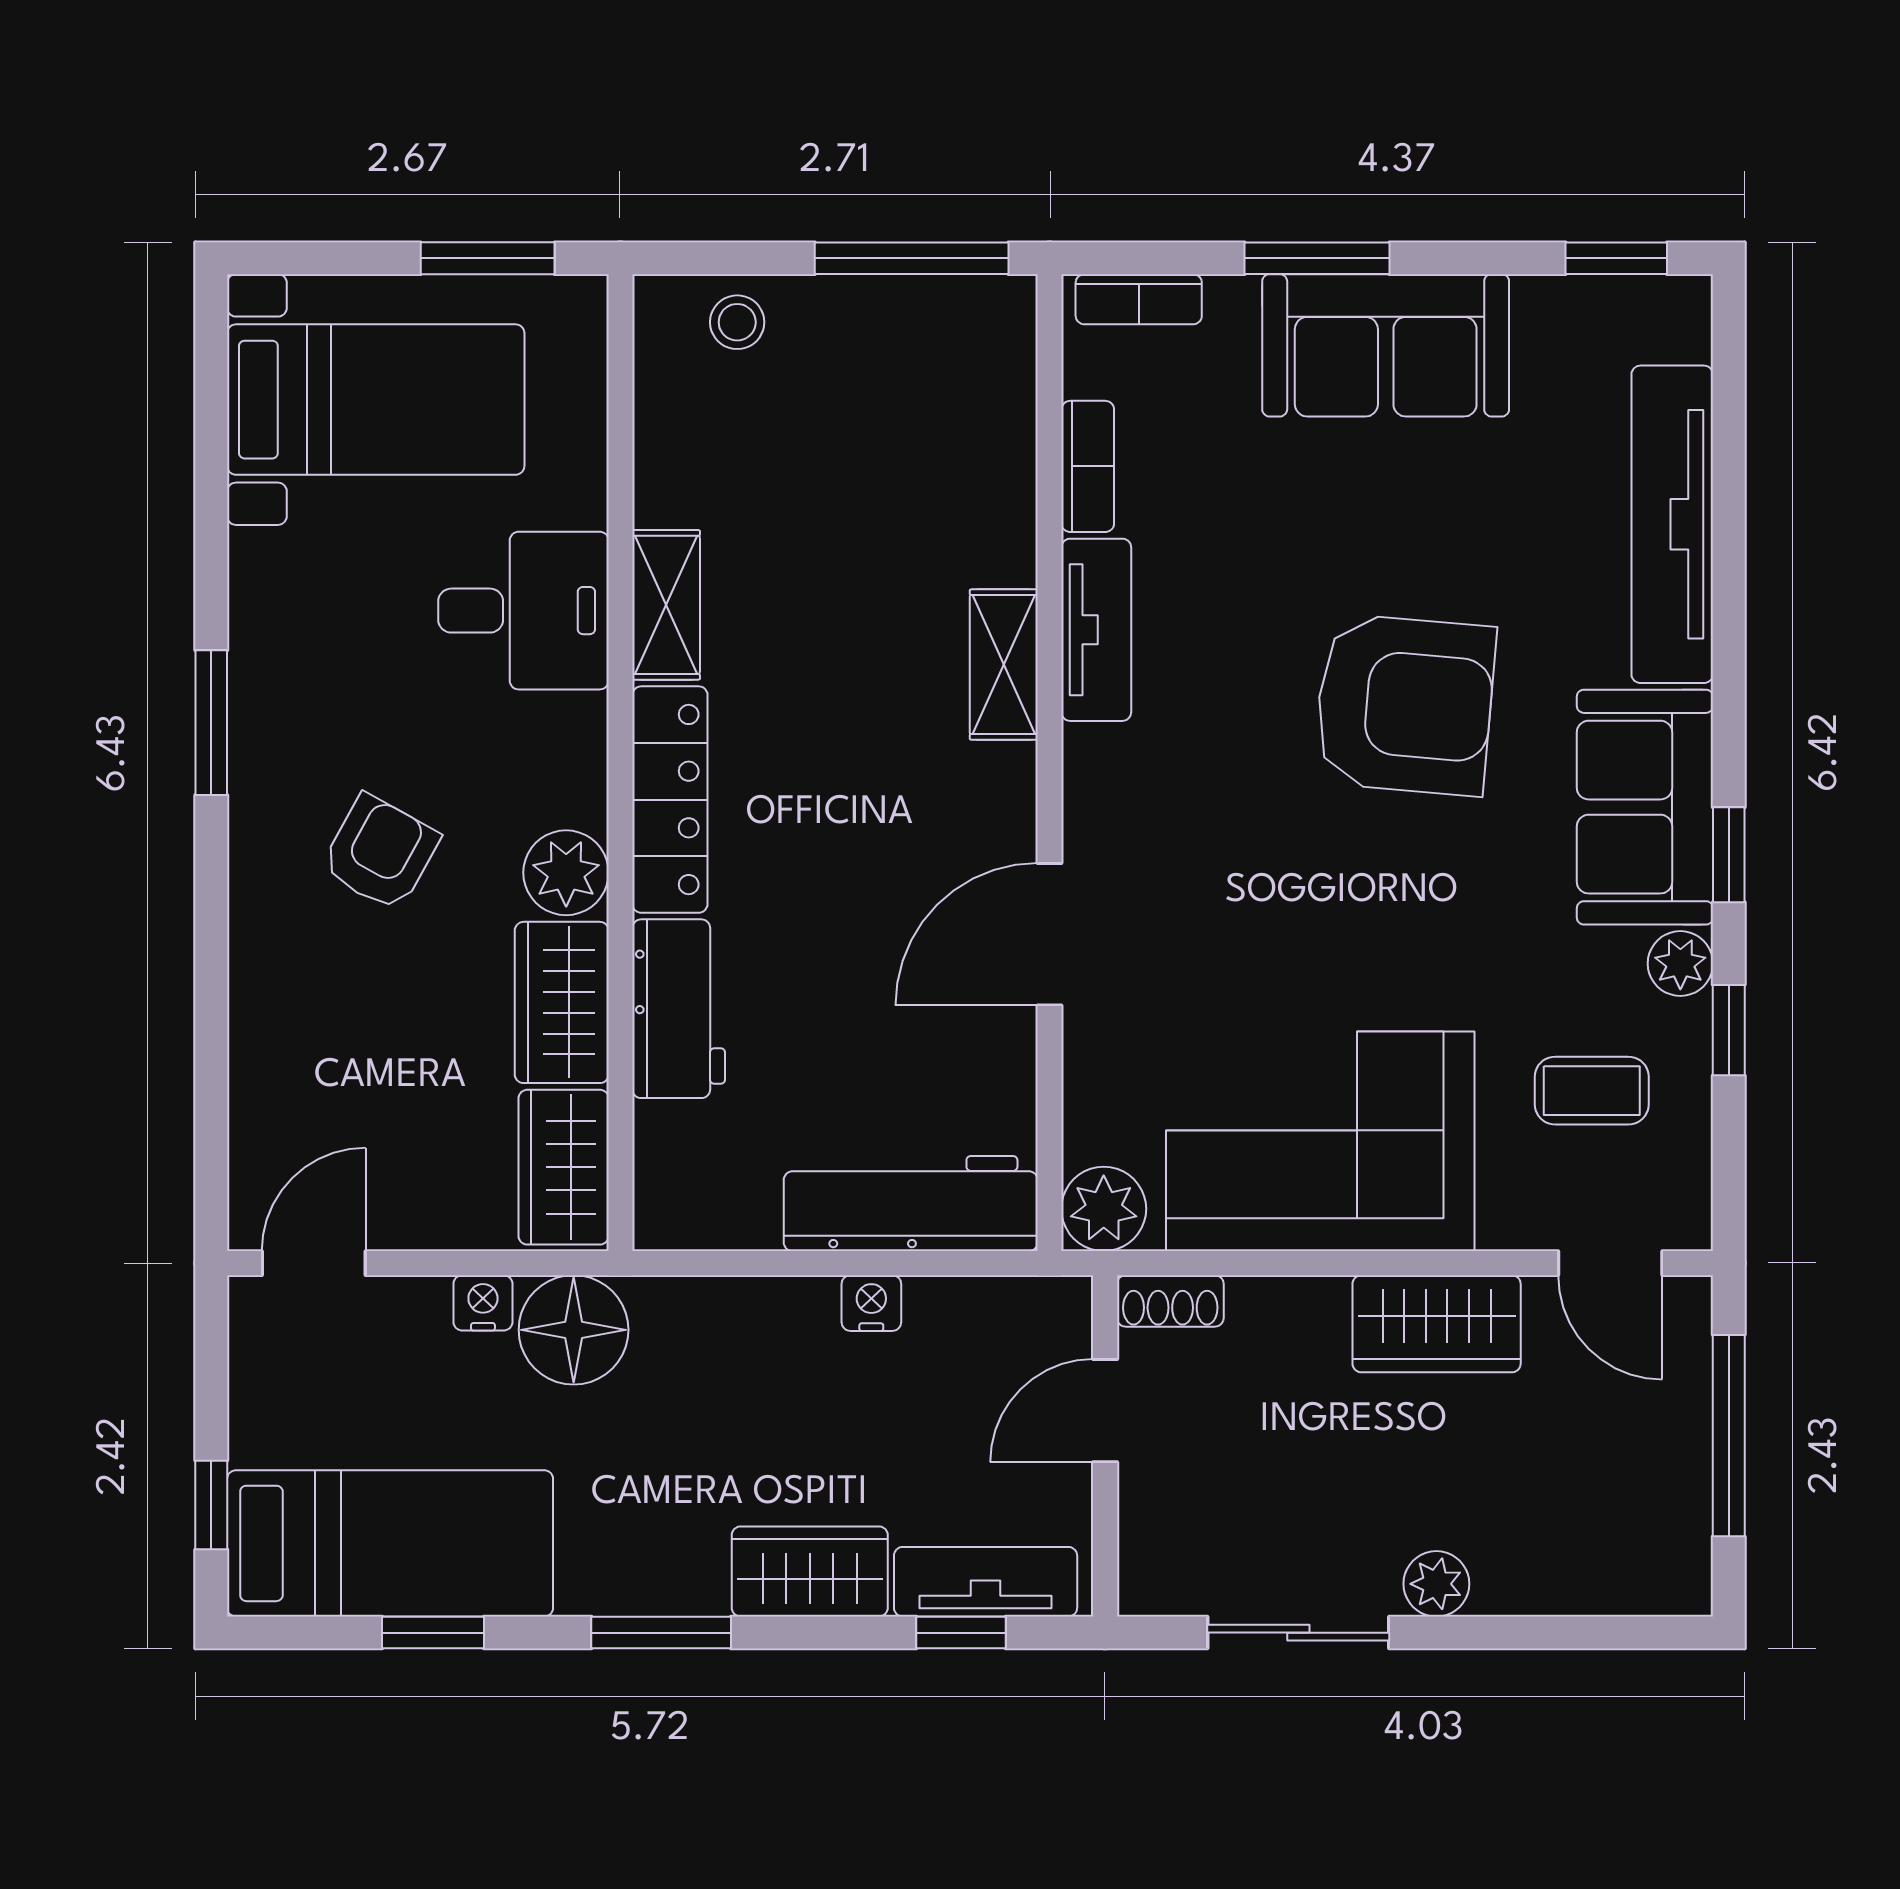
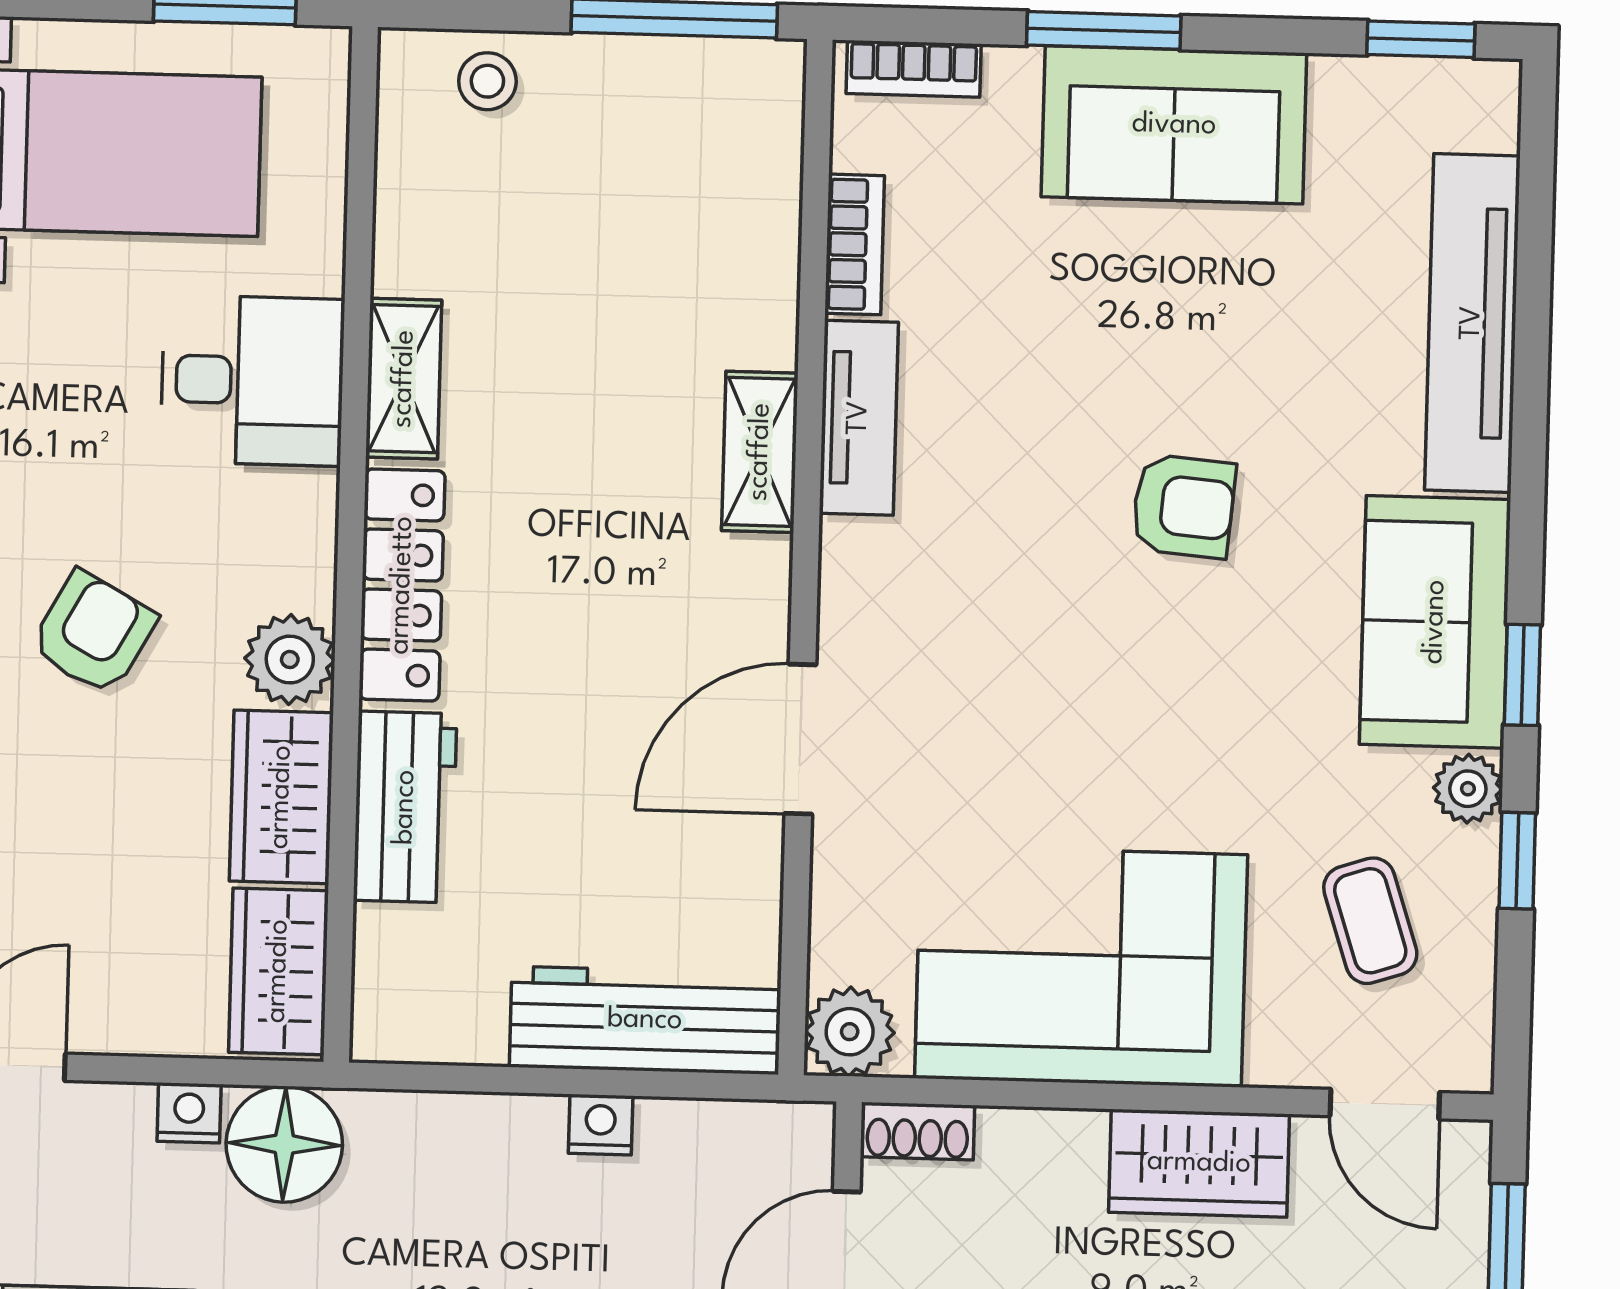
armchair: (1405, 705) -> (1183, 506), width x0.53, depth x0.53
coffee table: (1592, 1091) -> (1370, 921), turned 72

